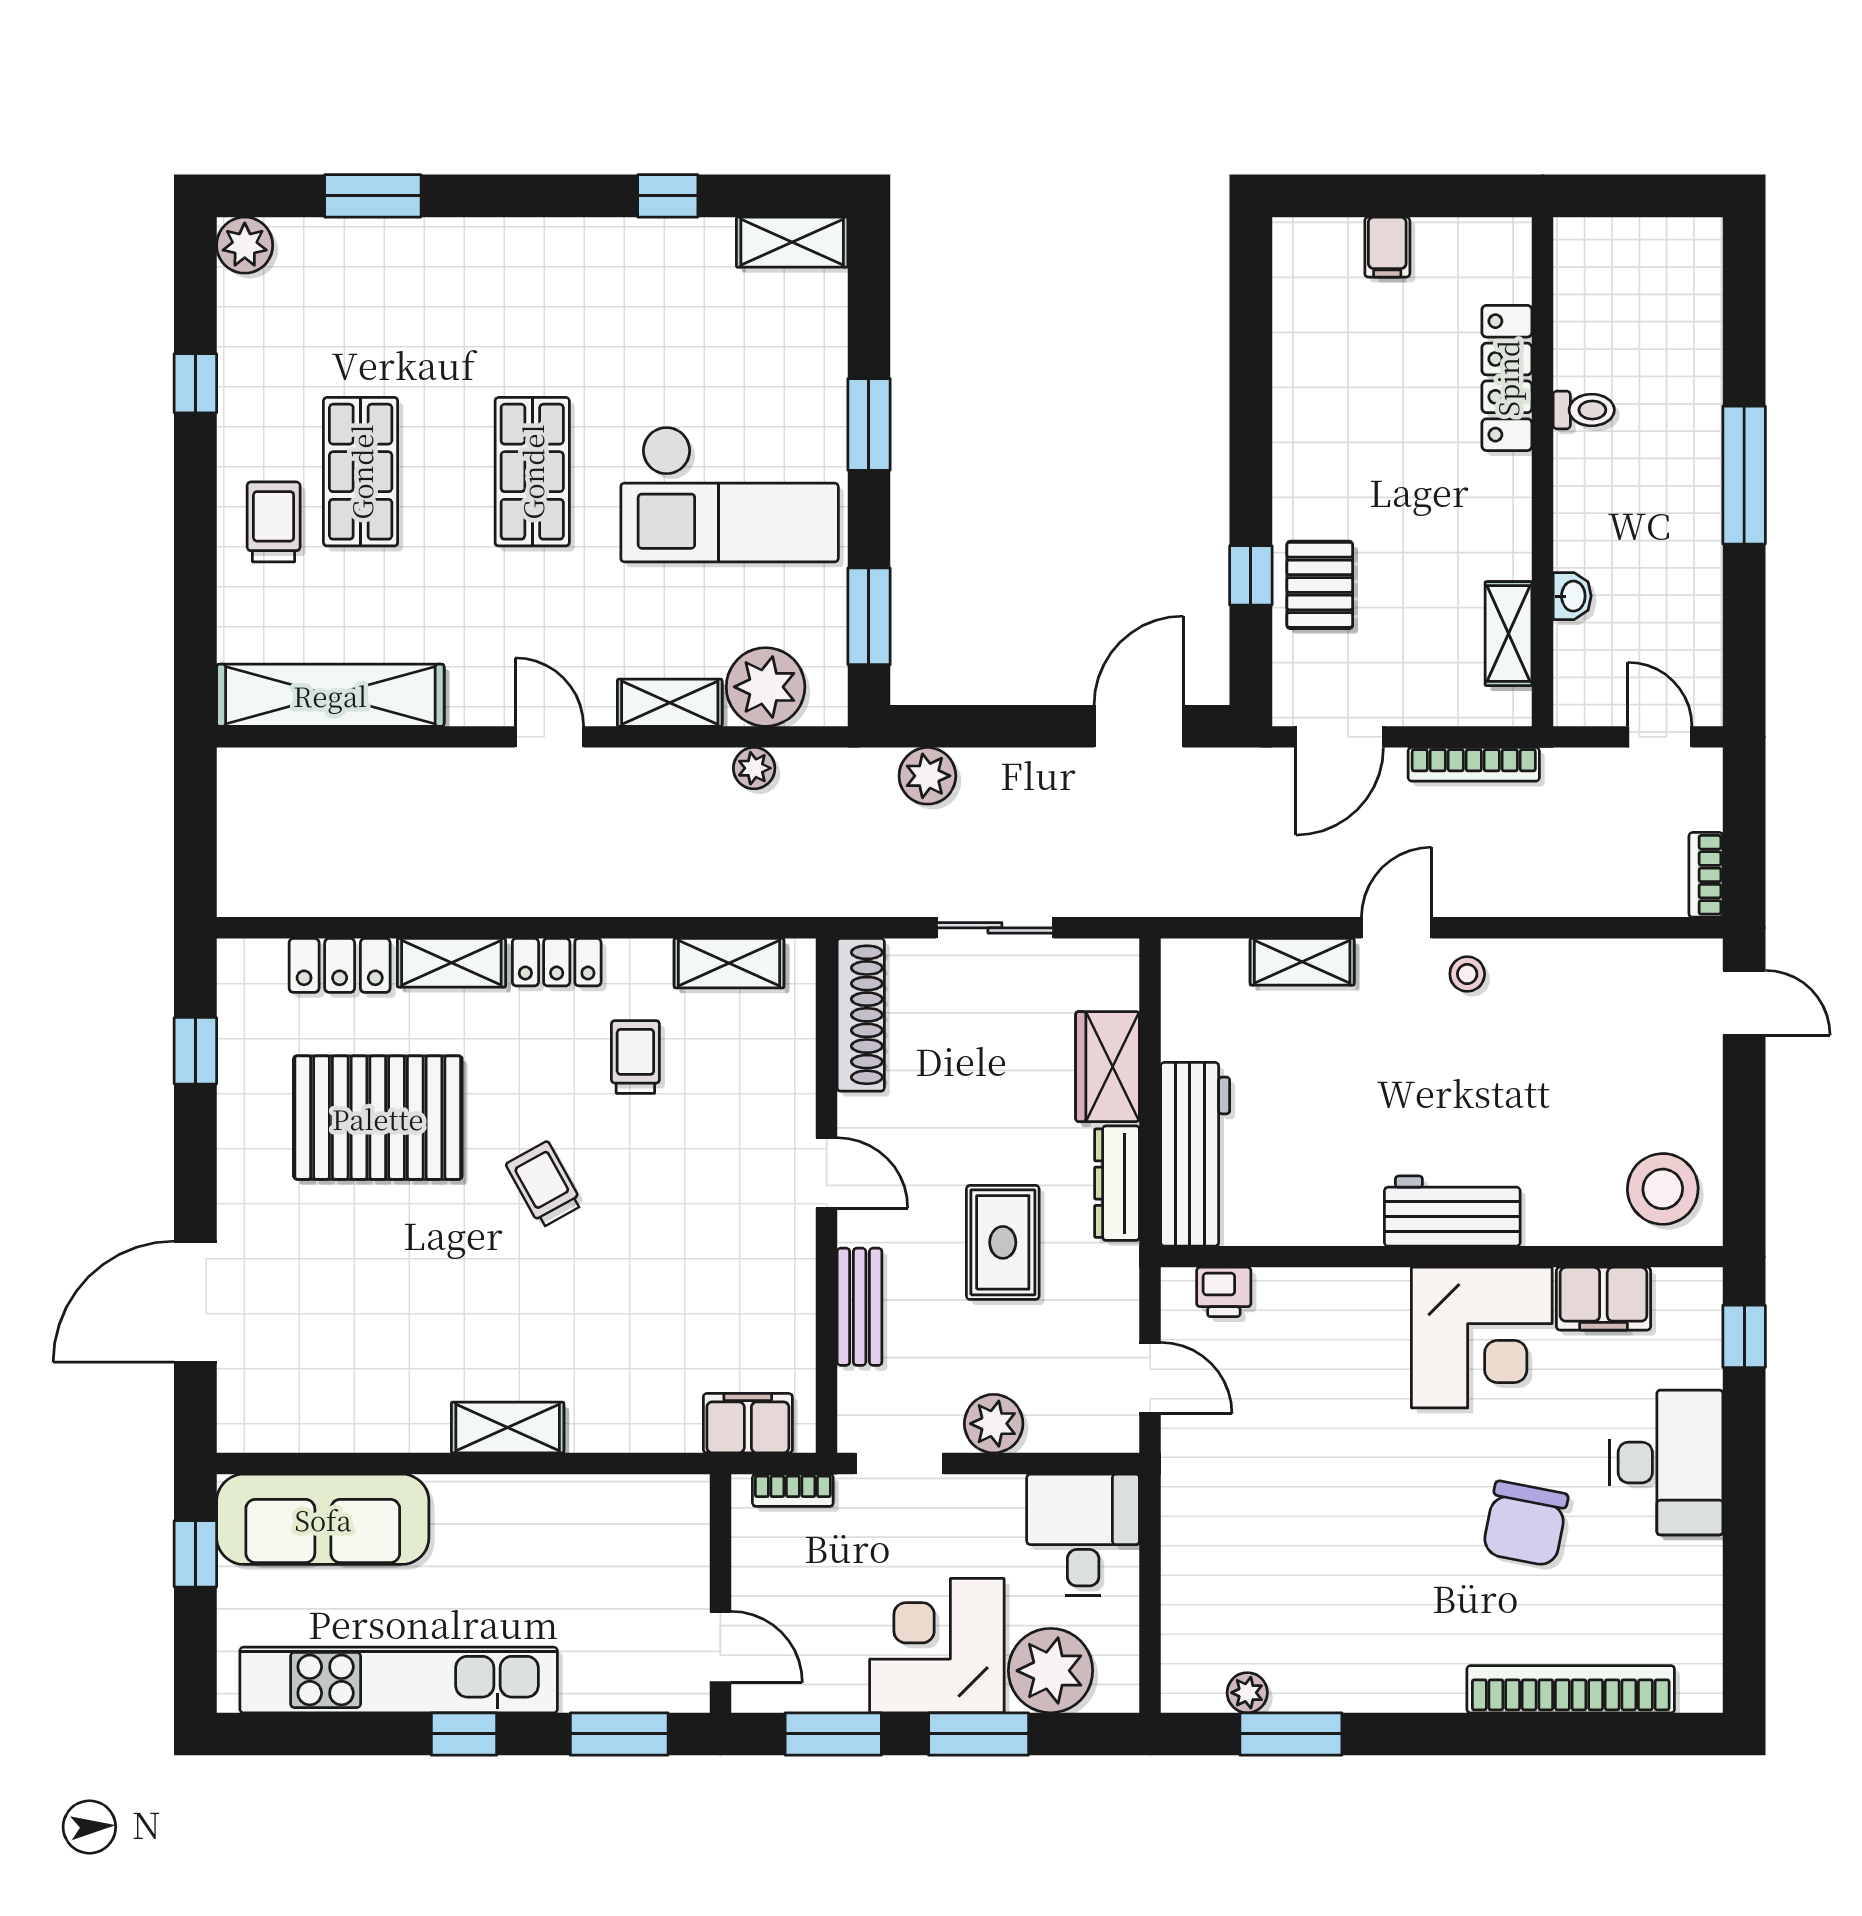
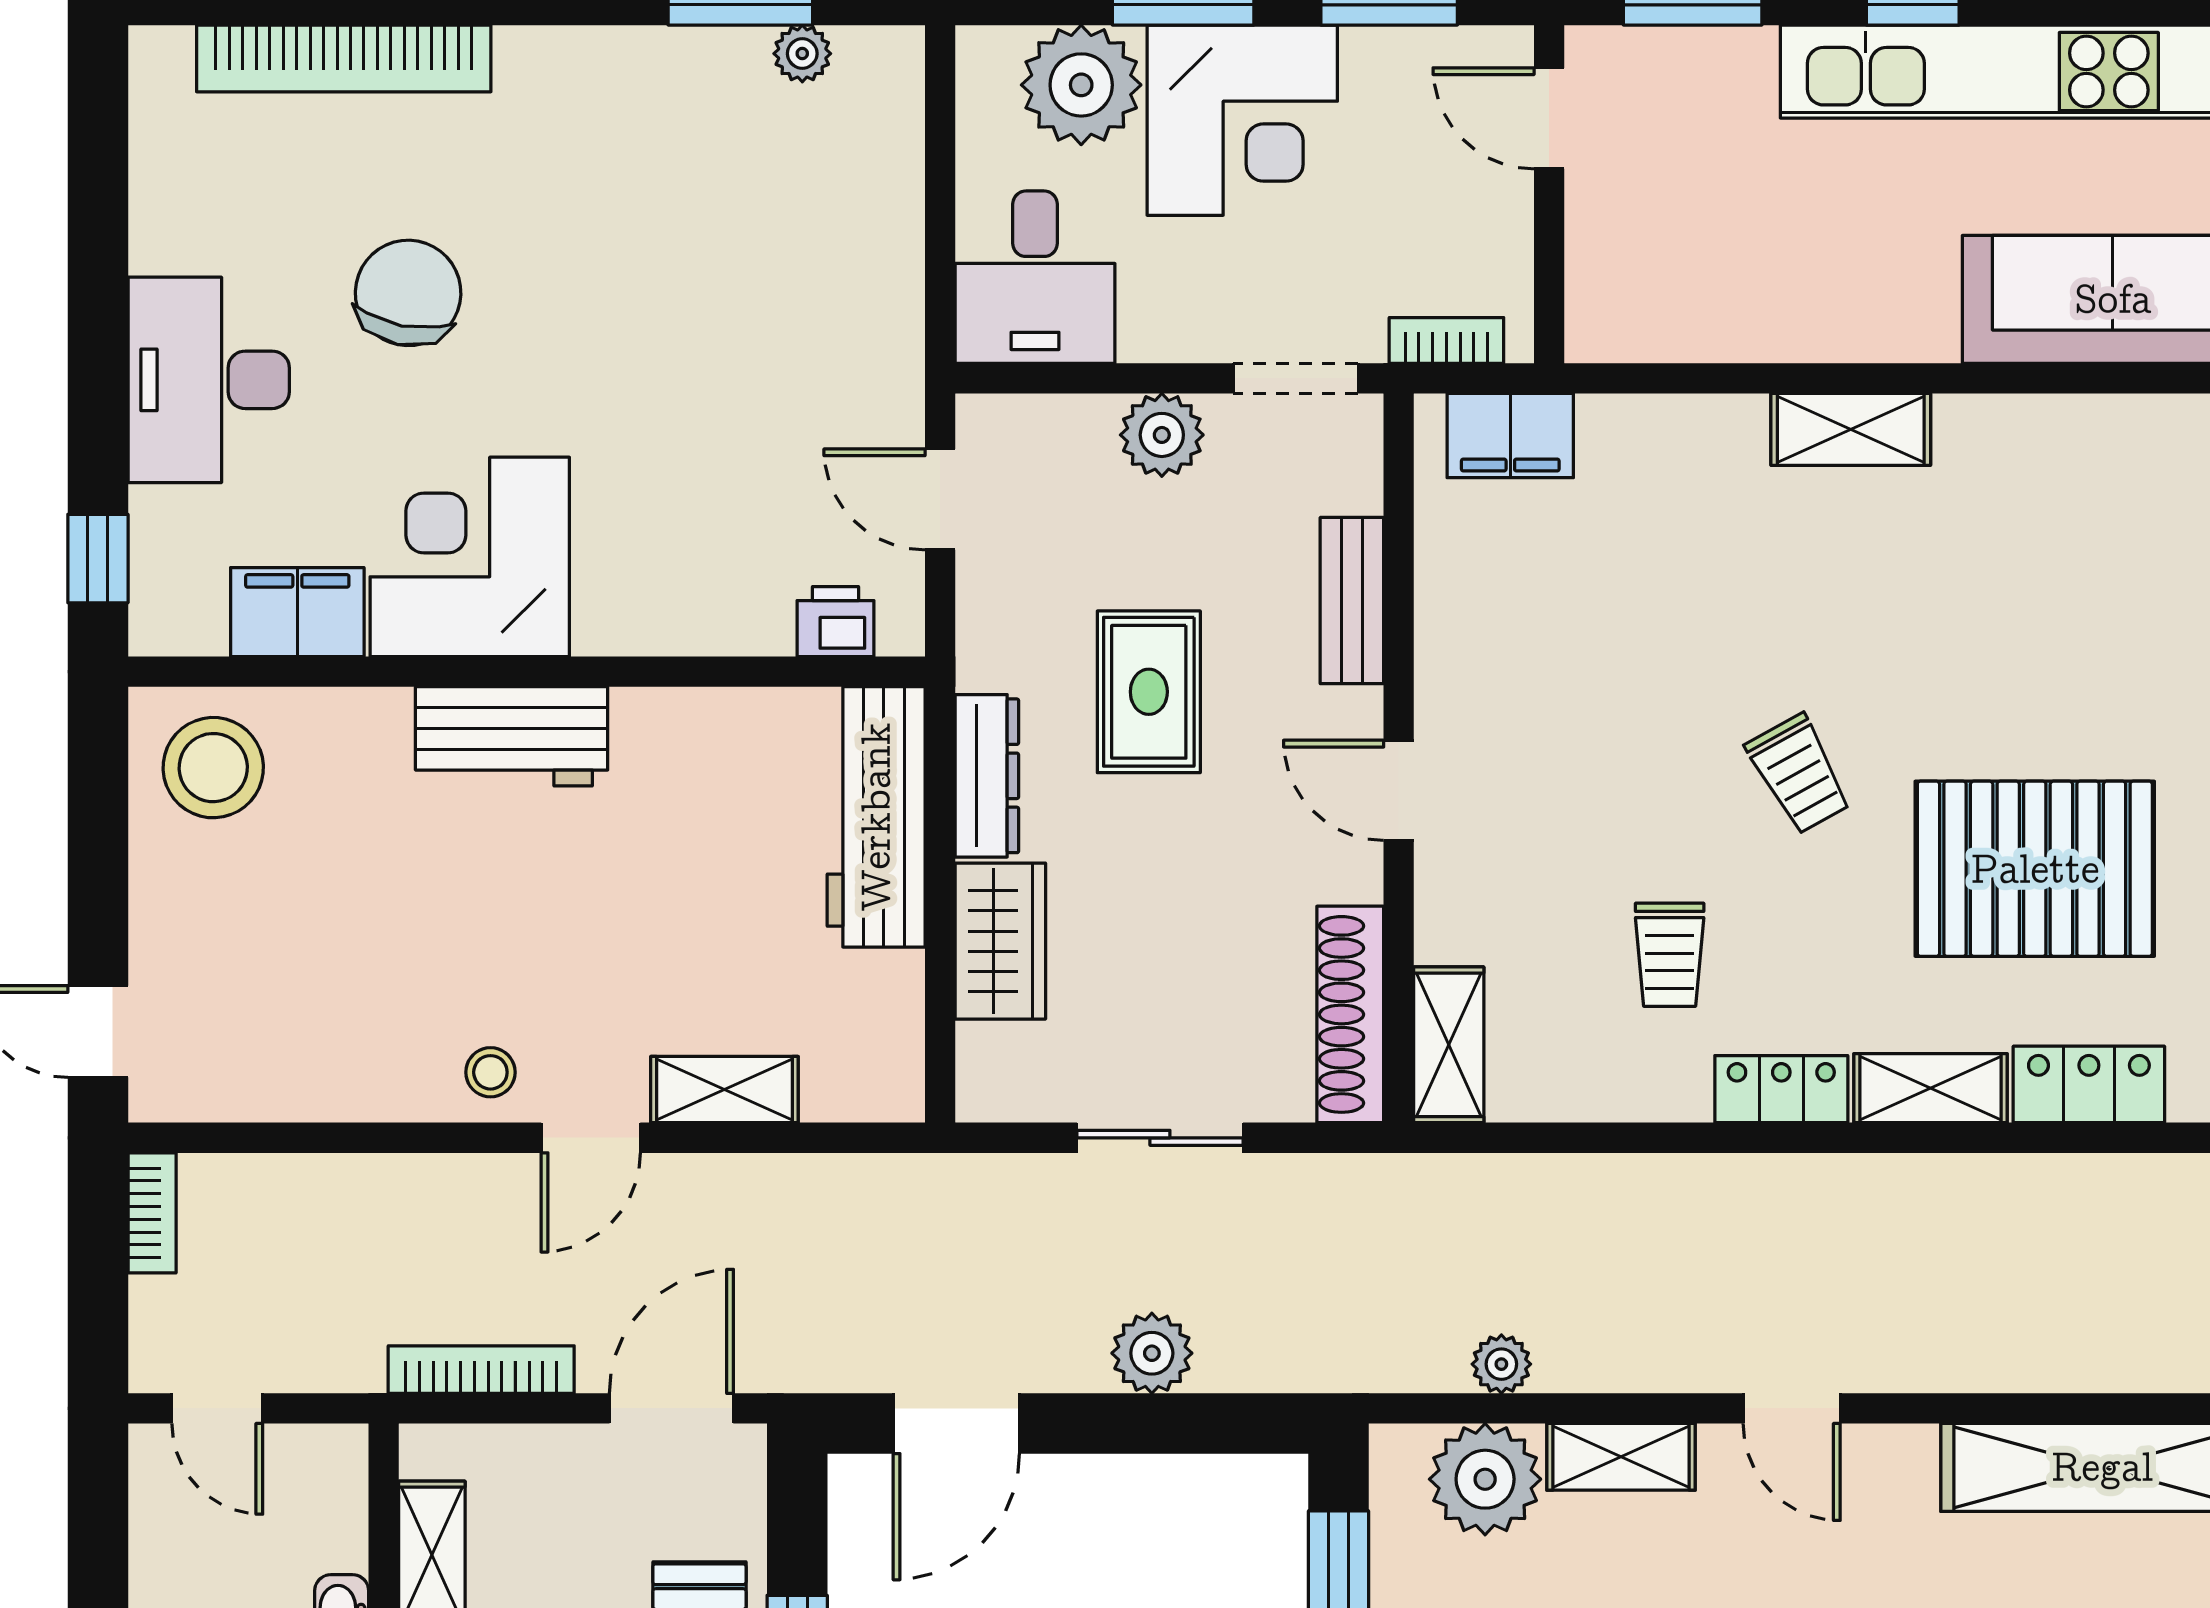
plant: (927, 776) -> (1152, 1353), moved
shelving: (729, 963) -> (1449, 1045), moved, turned 90

